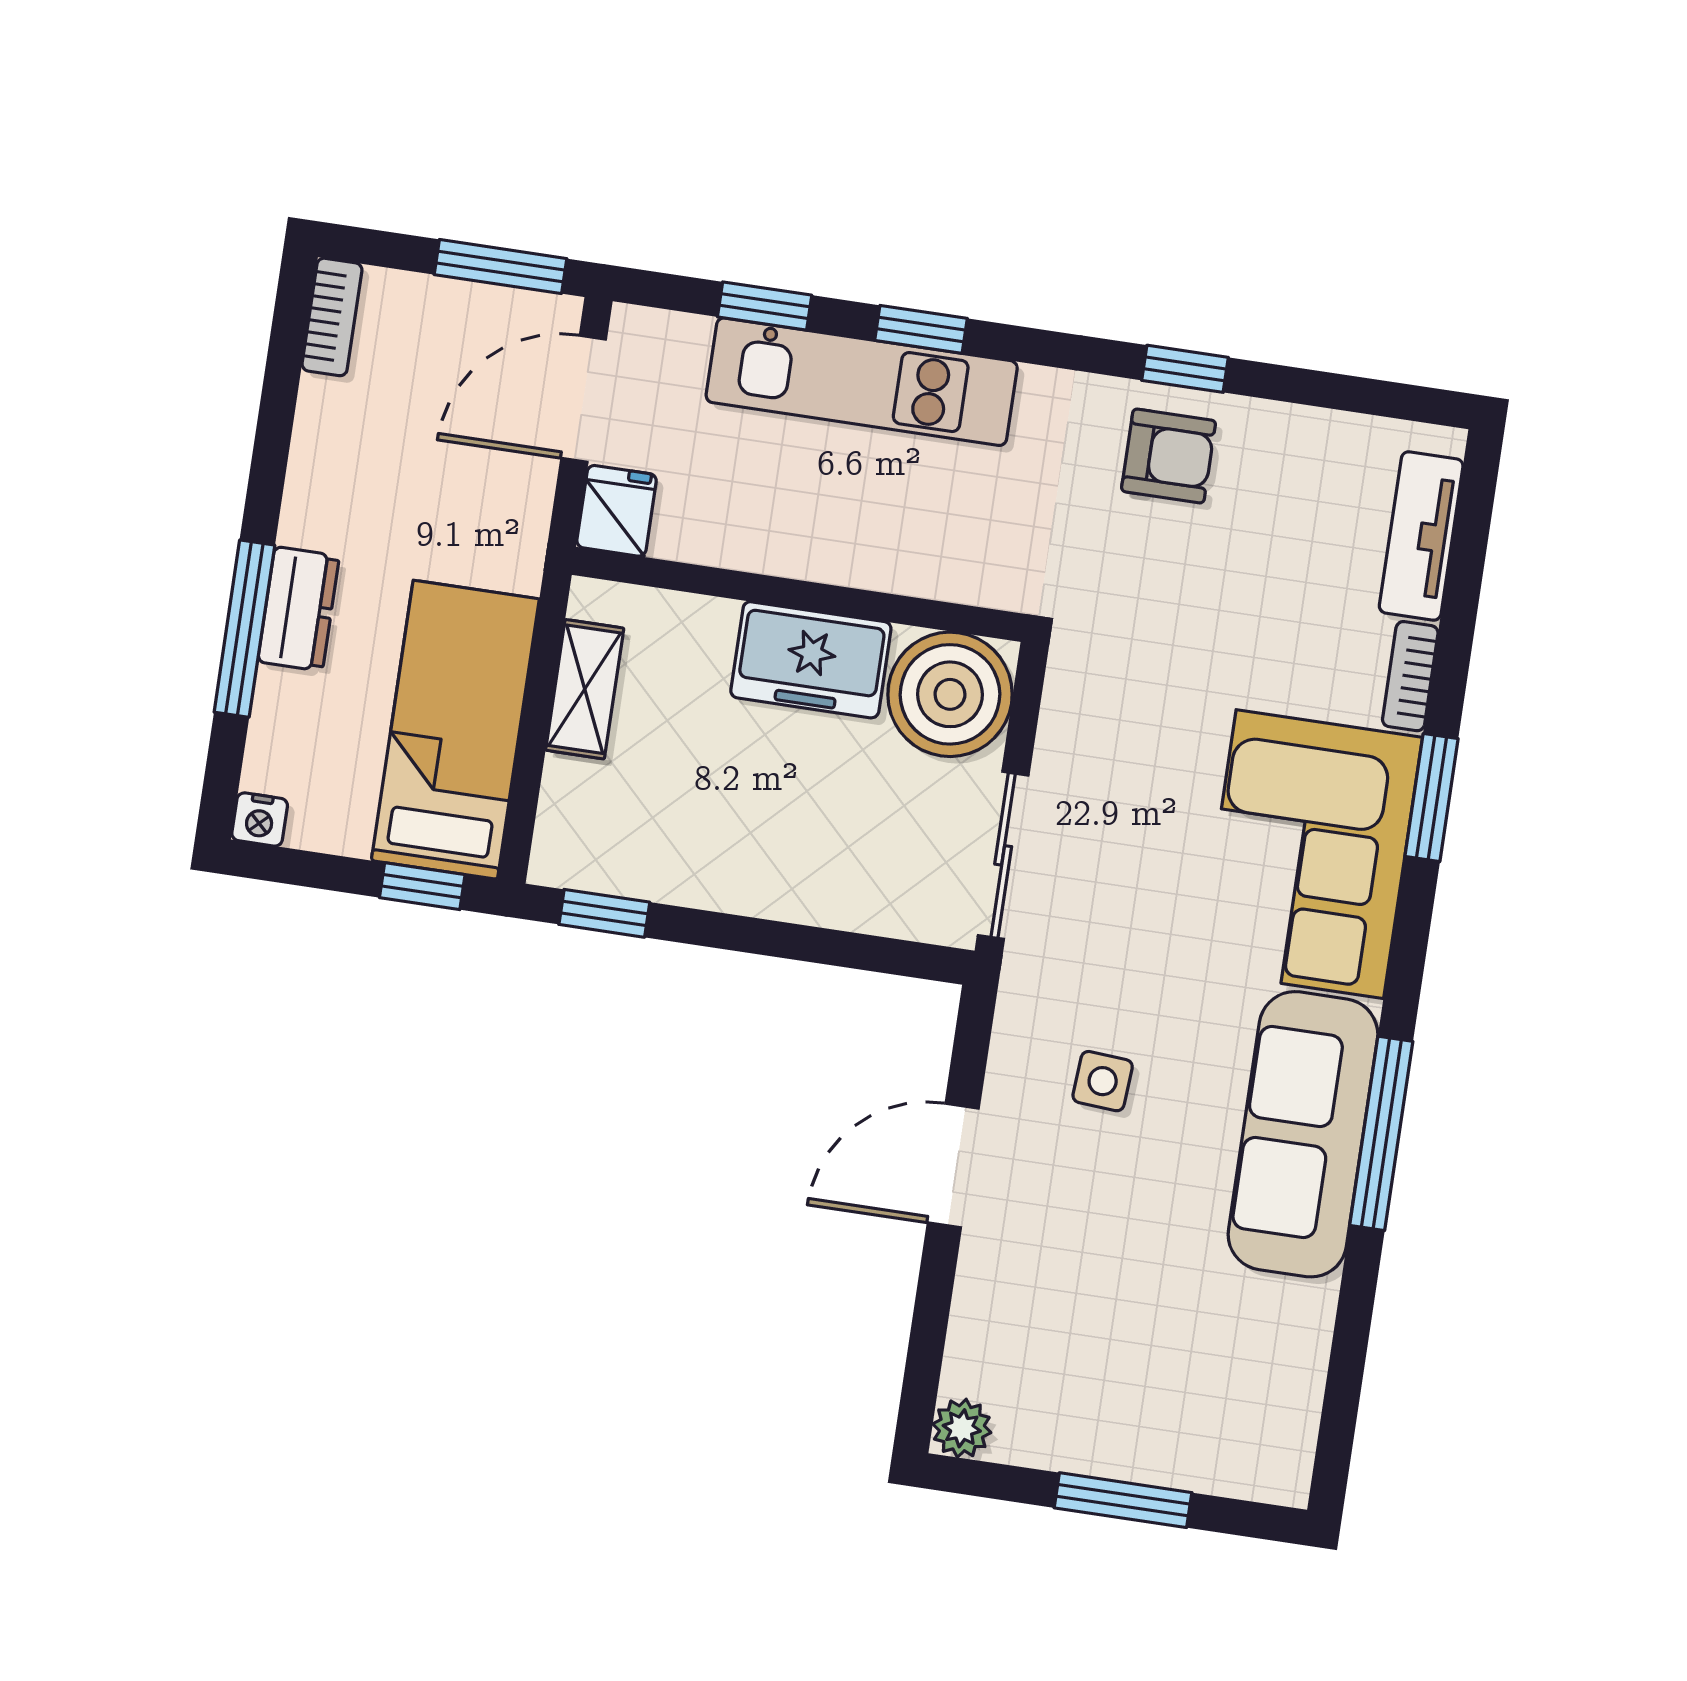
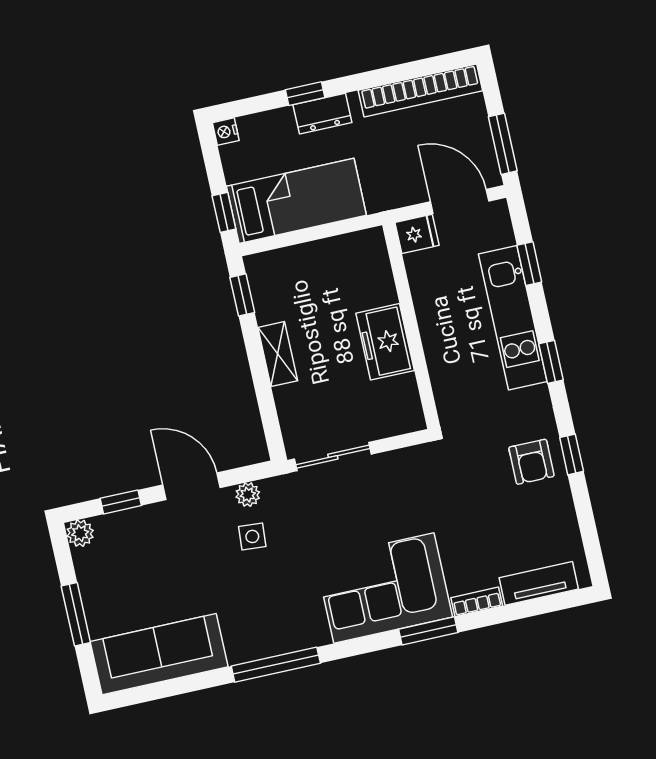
bookcase: (332, 317) -> (420, 91), width x2.31, depth x1.31
window: (921, 329) -> (551, 362), moved
window: (244, 629) -> (305, 94), width x0.46
shelving: (585, 689) -> (278, 354), moved, turned 90
boiler: (950, 694) -> (393, 407), removed
plant: (1014, 1058) -> (248, 495), added
sofa: (1303, 1134) -> (159, 654), moved
window: (930, 1321) -> (121, 502), added

